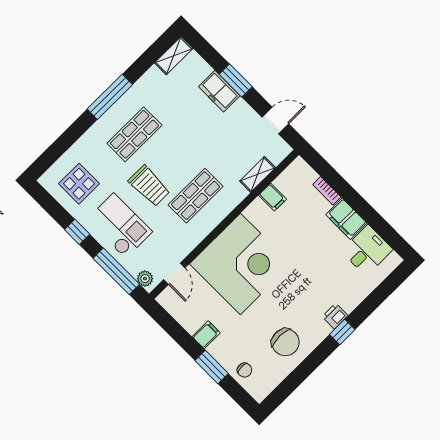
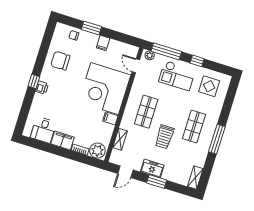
freezer: (219, 91) -> (152, 169), moved
plant: (301, 175) -> (97, 151), added
trolley: (149, 186) -> (165, 137), moved, turned -90
filing cabinet: (273, 197) -> (110, 118), moved

